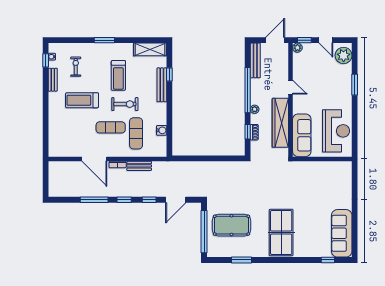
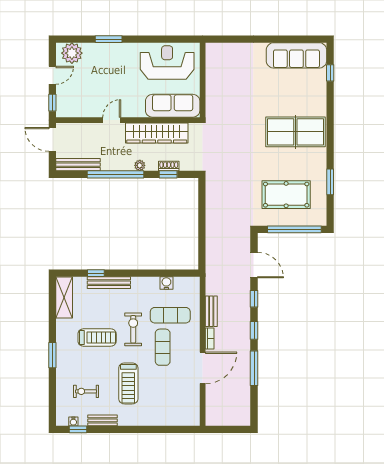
plant: (297, 48) -> (62, 111), removed
pool table: (231, 225) -> (286, 195), turned 90

